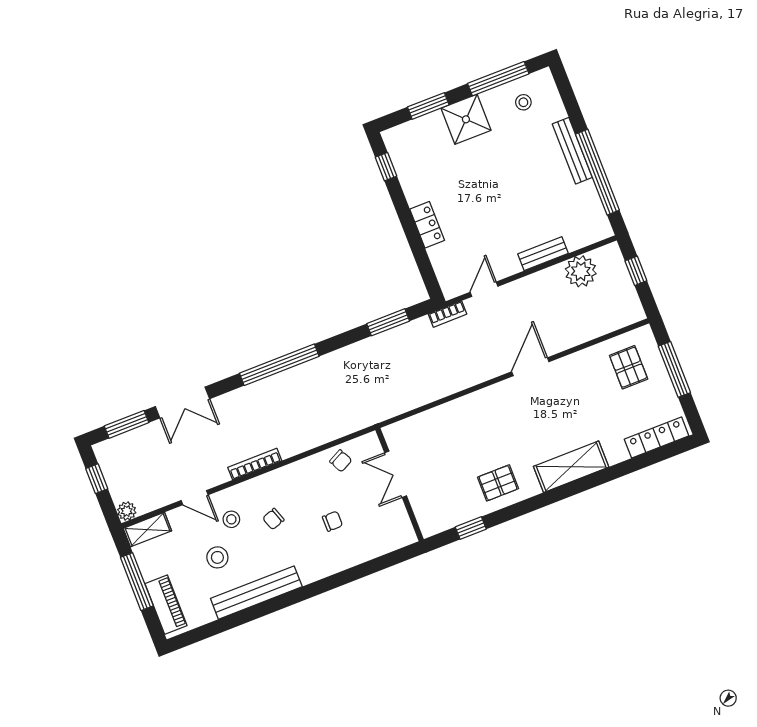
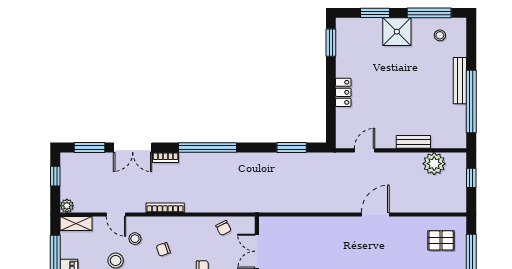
window: (386, 167) -> (331, 43), width x1.50
bookcase: (447, 314) -> (165, 157), moved
pallet: (629, 367) -> (441, 240), turned 90

